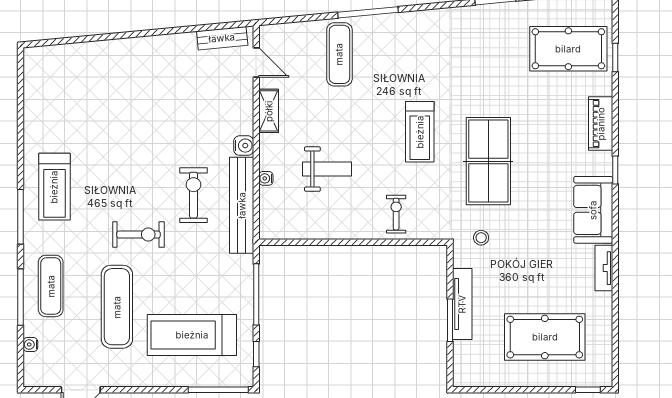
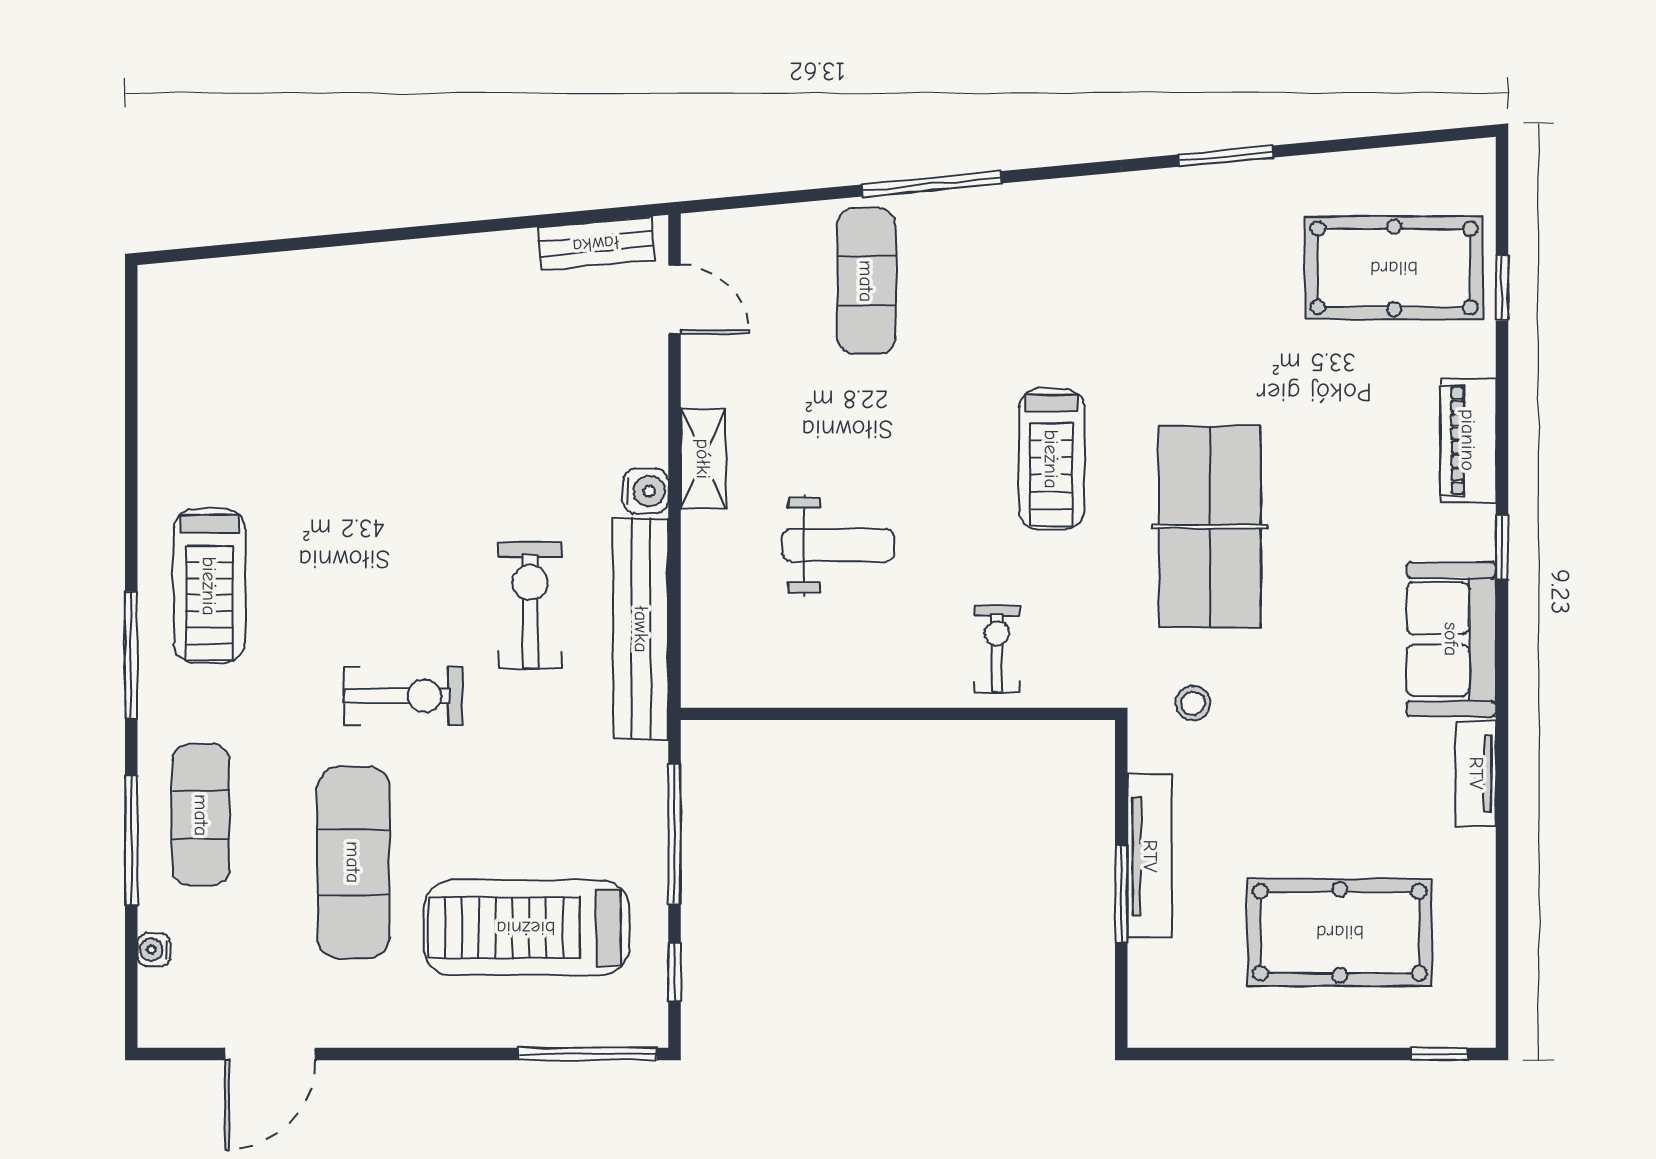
shelving: (269, 111) -> (703, 459), moved
water cooler: (266, 178) -> (697, 567), removed

